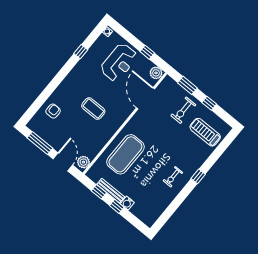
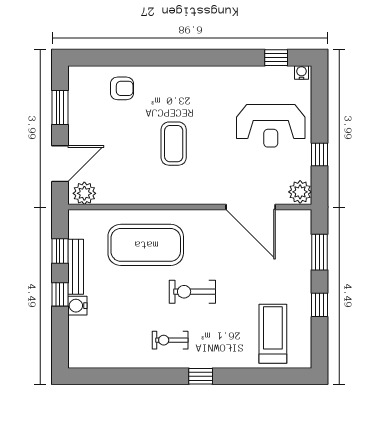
window: (81, 52) -> (276, 58), moved
door: (146, 98) -> (251, 207), swing flipped
exercise bike: (183, 110) -> (192, 292), moved
window: (40, 143) -> (60, 108), width x0.69

